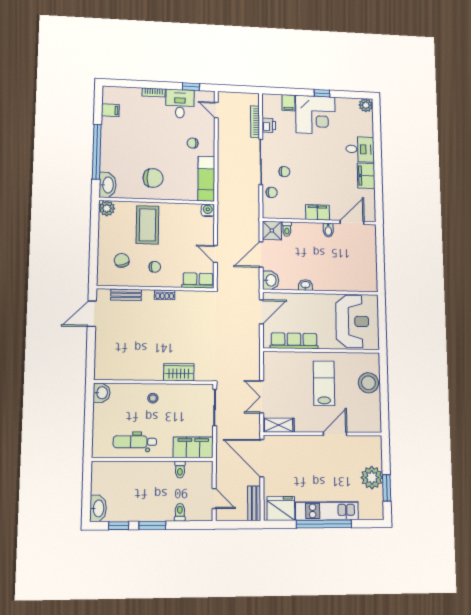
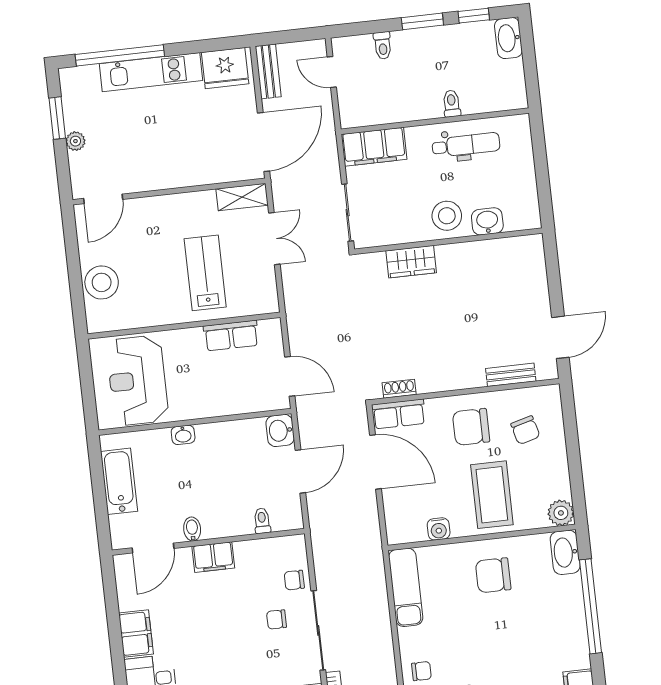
chair: (193, 143) -> (421, 671), moved
water cooler: (208, 210) -> (439, 529), moved
shower: (272, 230) -> (287, 515), removed
door: (215, 254) -> (376, 462), width x1.88
bathtub: (368, 264) -> (119, 481), added
chair: (155, 267) -> (471, 427), width x1.87, depth x1.87
washbasin: (305, 285) -> (183, 435), moved
shoe rack: (165, 295) -> (399, 389), moved
door: (261, 312) -> (290, 376), swing flipped
row of seats: (294, 341) -> (231, 336), width x0.68
lab bench: (324, 383) -> (205, 273), moved, turned 180
washbasin: (102, 393) -> (487, 221), moved, turned 90
stool: (153, 398) -> (447, 216), width x1.89, depth x1.89
door: (335, 434) -> (103, 199), moved
door: (262, 458) -> (263, 142), hinge flipped
toilet: (180, 469) -> (452, 104), moved
plant: (372, 477) -> (75, 141), width x0.53, depth x0.53
window: (324, 524) -> (120, 55), moved

